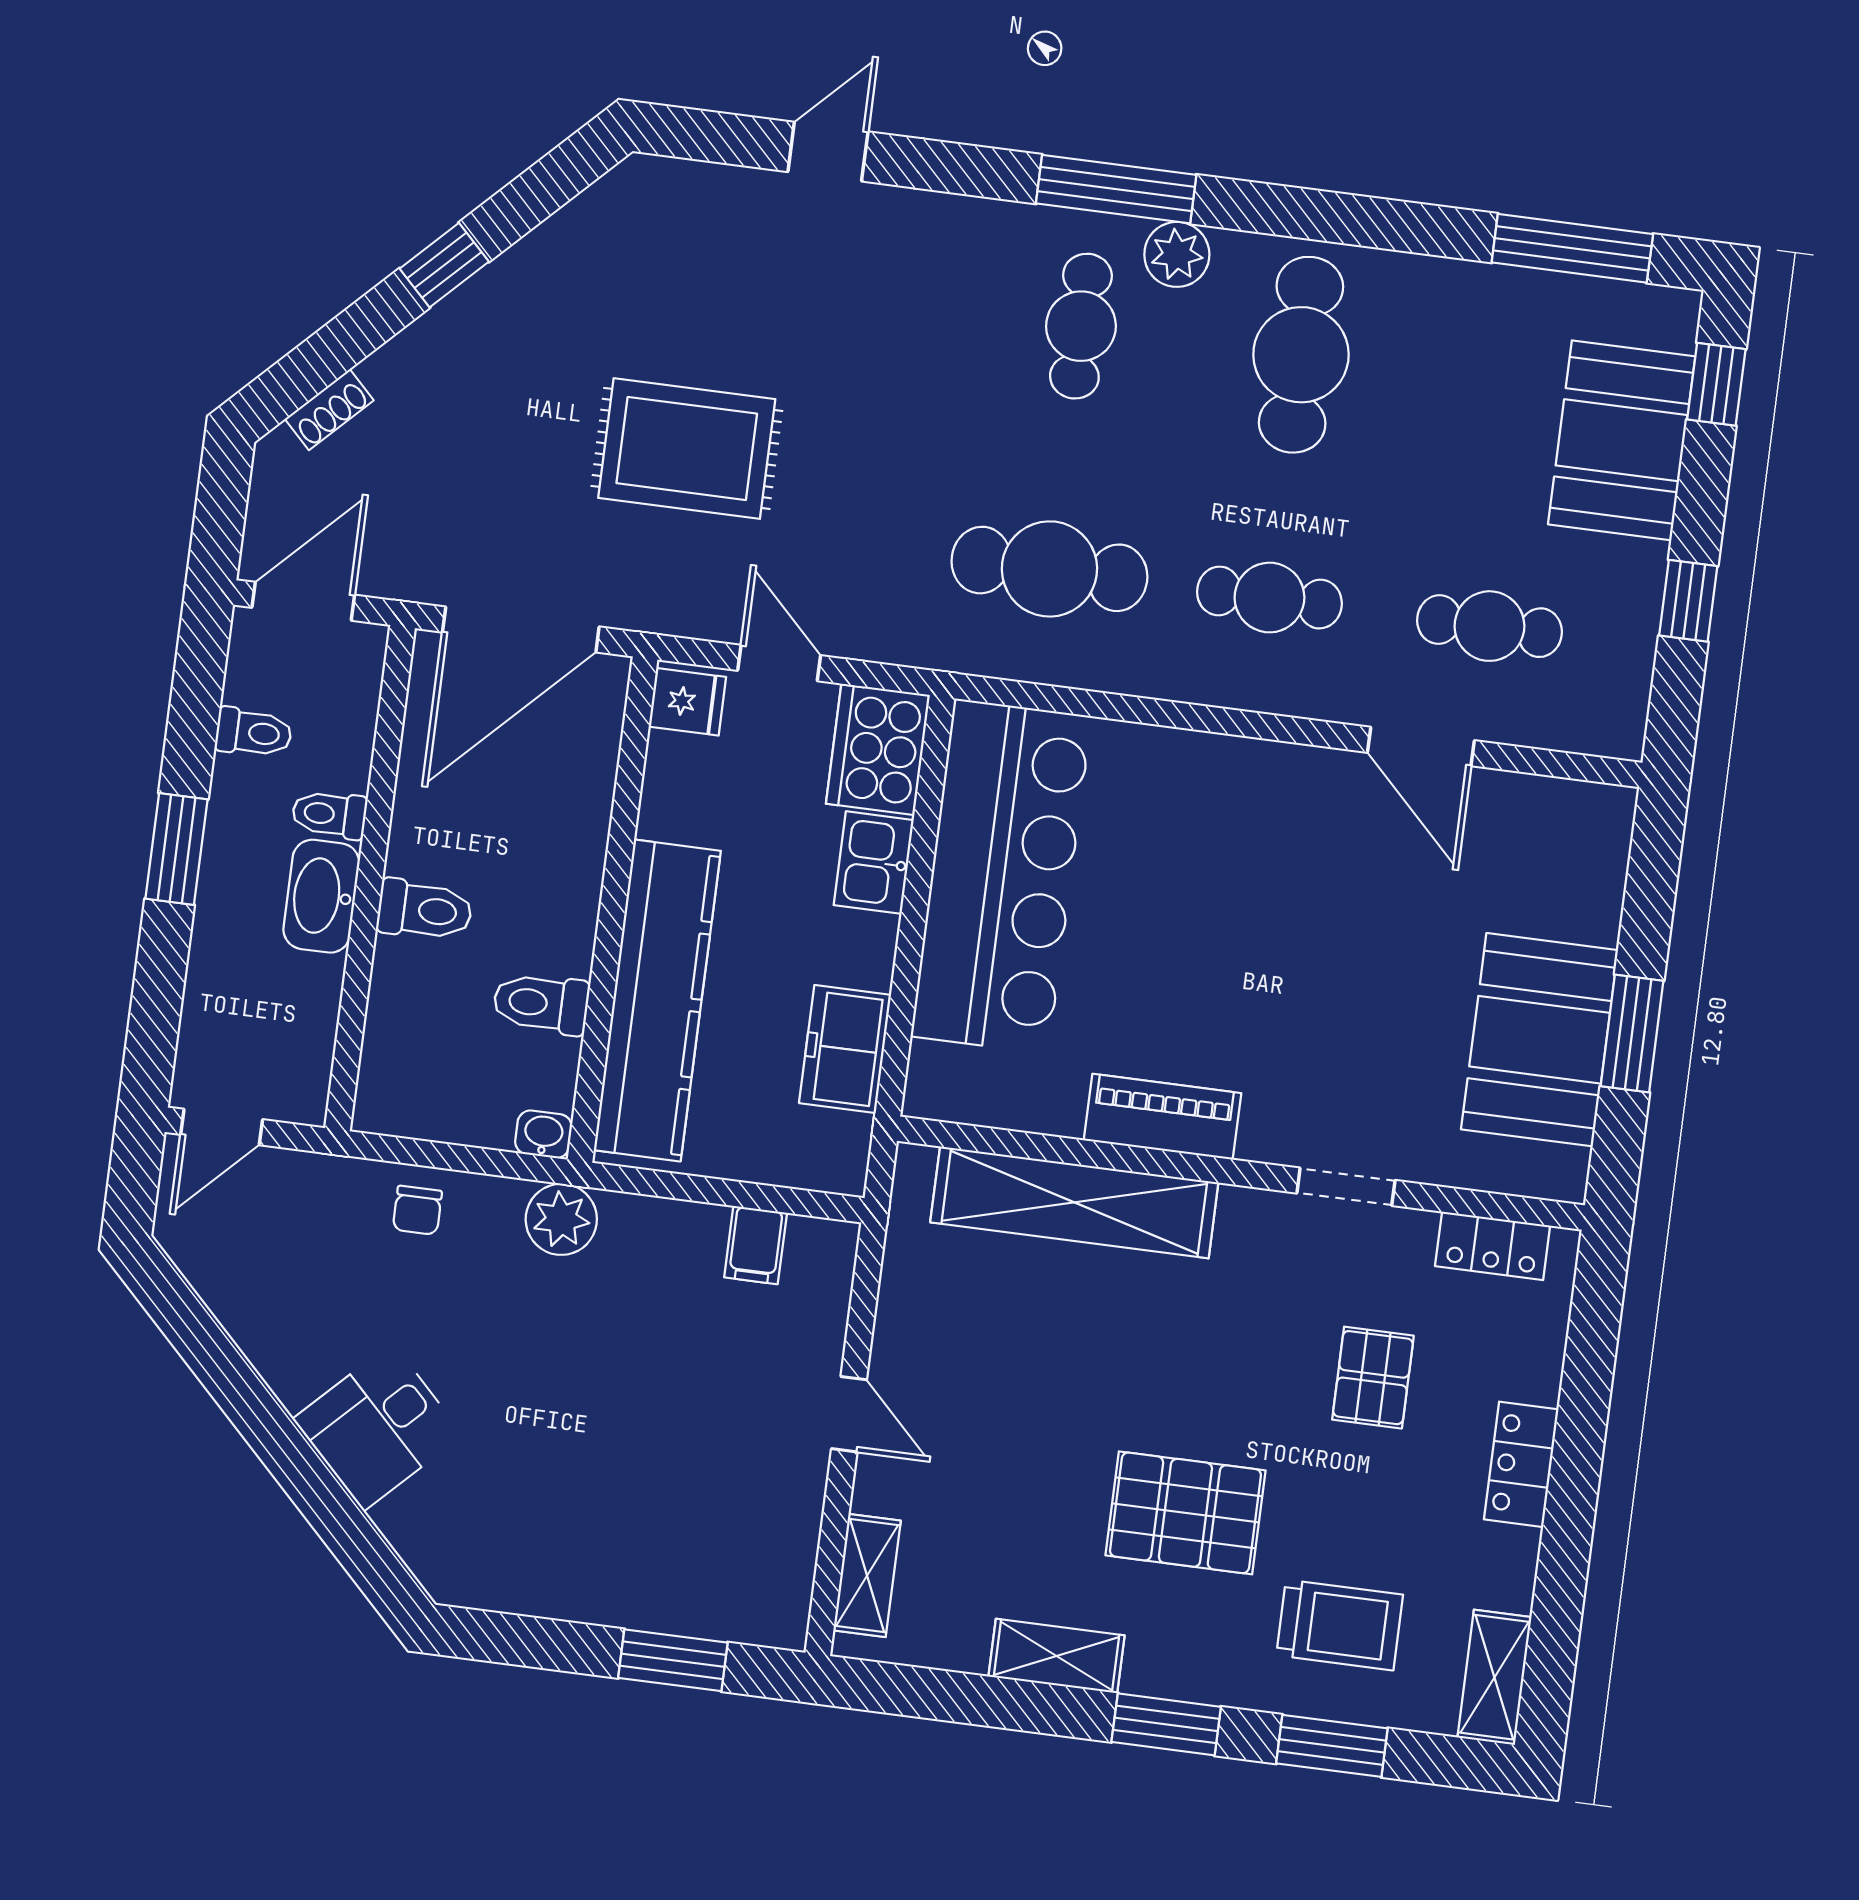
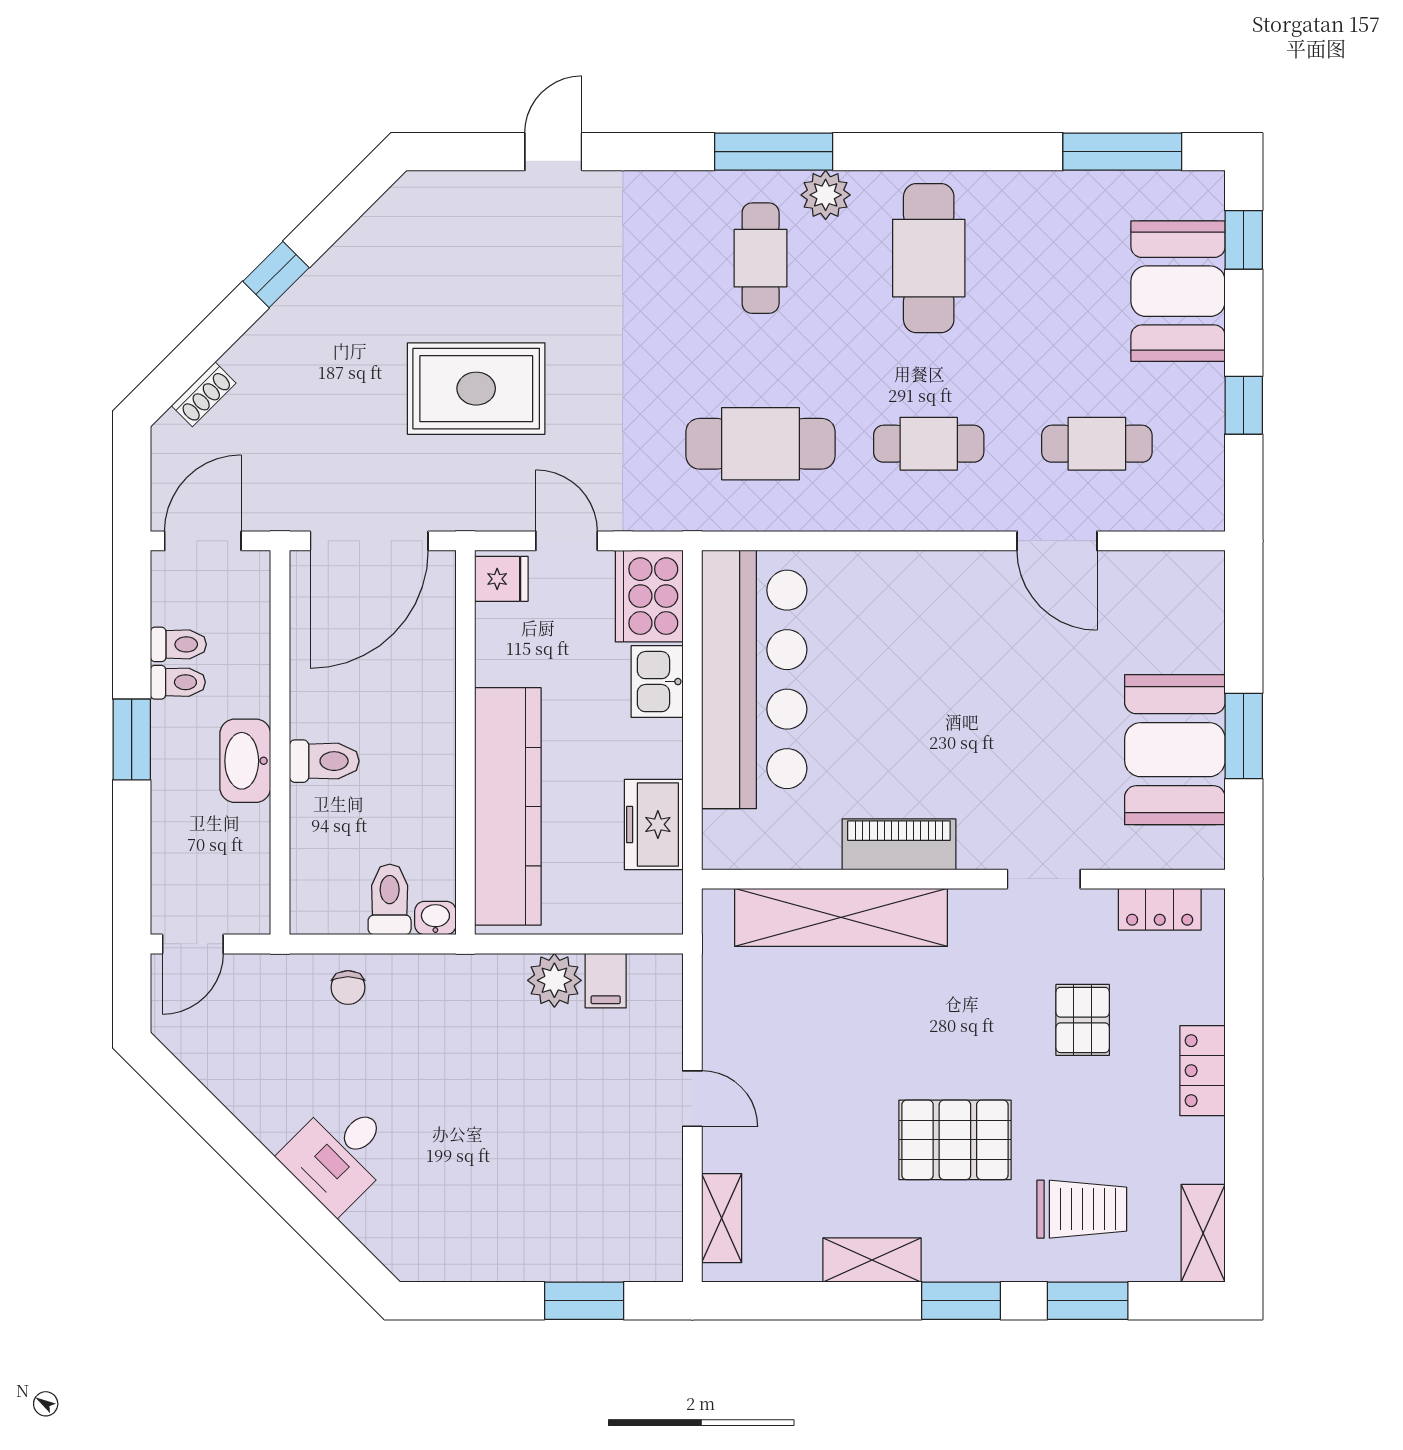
toilet: (329, 814) -> (178, 682), moved, turned 180
toilet: (541, 1003) -> (390, 899), moved, turned 90
plant: (561, 1219) -> (554, 980), moved

